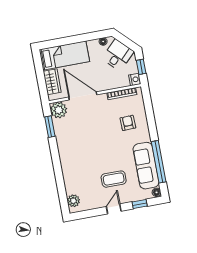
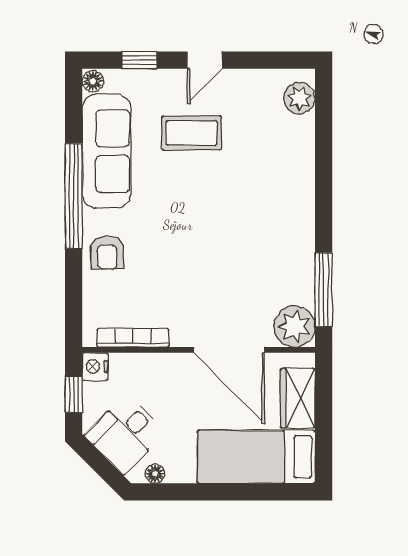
armchair: (128, 123) -> (107, 252), moved
window: (50, 127) -> (324, 290), width x1.44
window: (159, 162) -> (74, 196), moved

